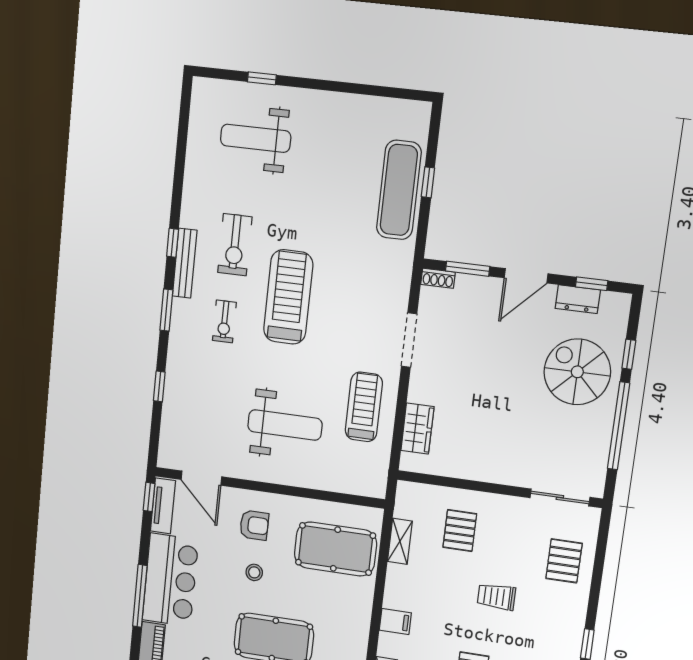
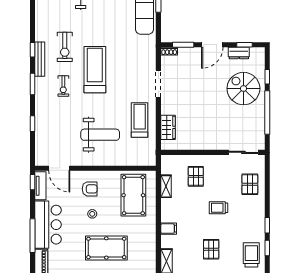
pool table: (335, 549) -> (133, 195), turned 90

